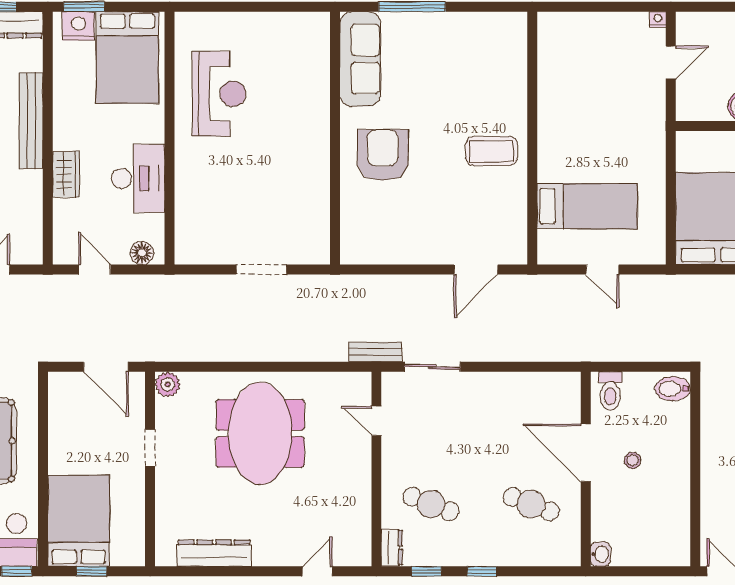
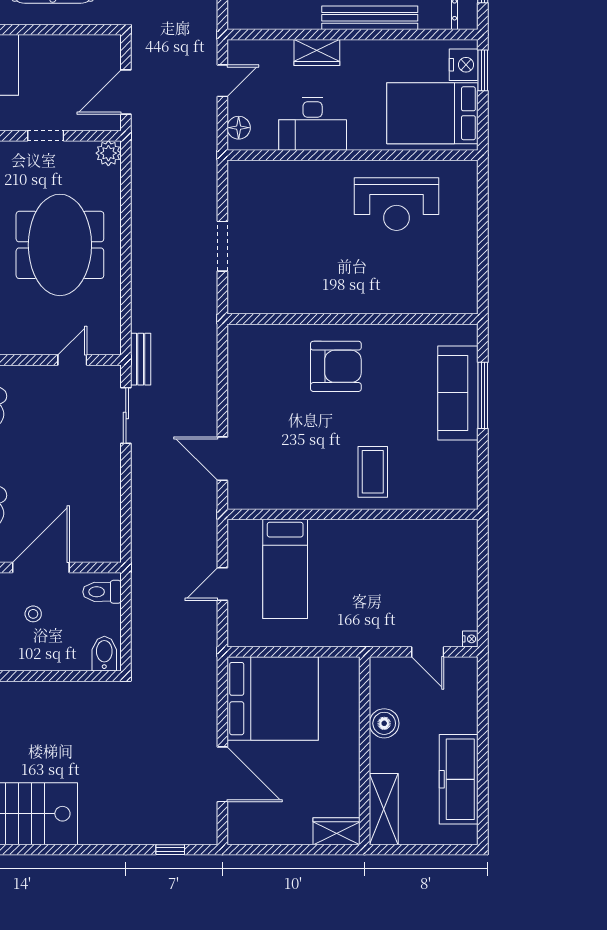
sofa: (360, 59) -> (458, 393), moved, turned 90
coffee table: (492, 151) -> (373, 472), moved
meeting table: (260, 433) -> (60, 245), turned 90

